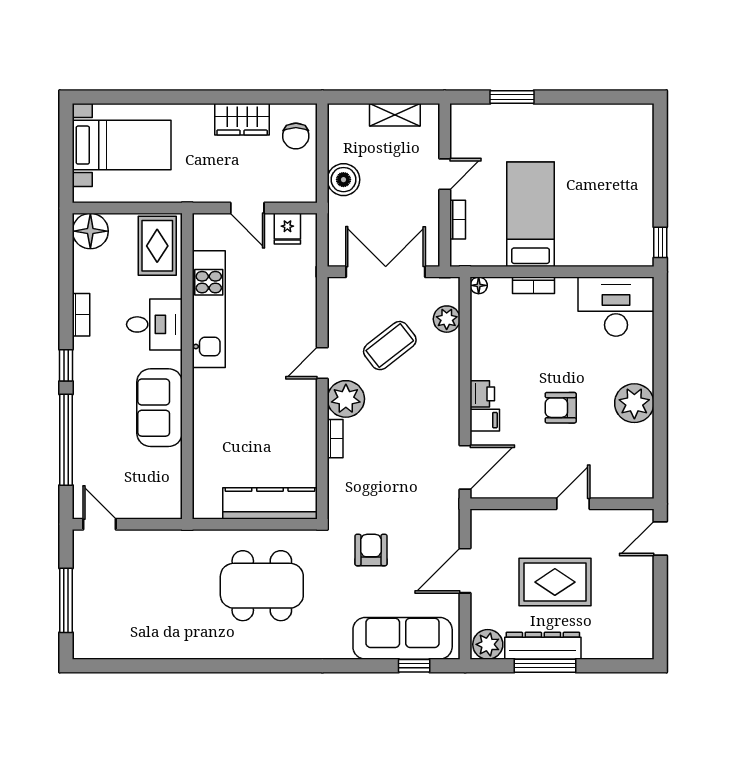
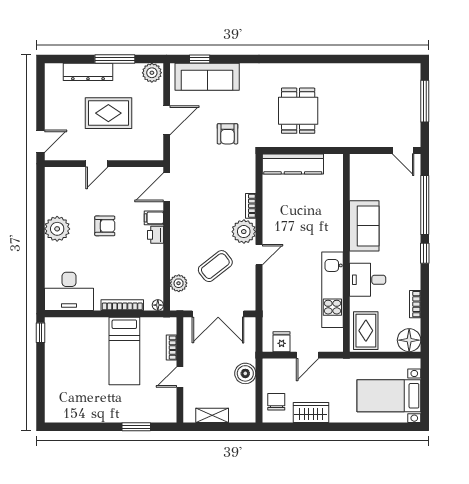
door: (247, 208) -> (307, 355), swing flipped
bookcase: (534, 285) -> (122, 305), width x1.56
bookcase: (81, 315) -> (415, 304), moved
dining table: (262, 586) -> (298, 111), width x0.73
dresser: (543, 646) -> (88, 72), moved

